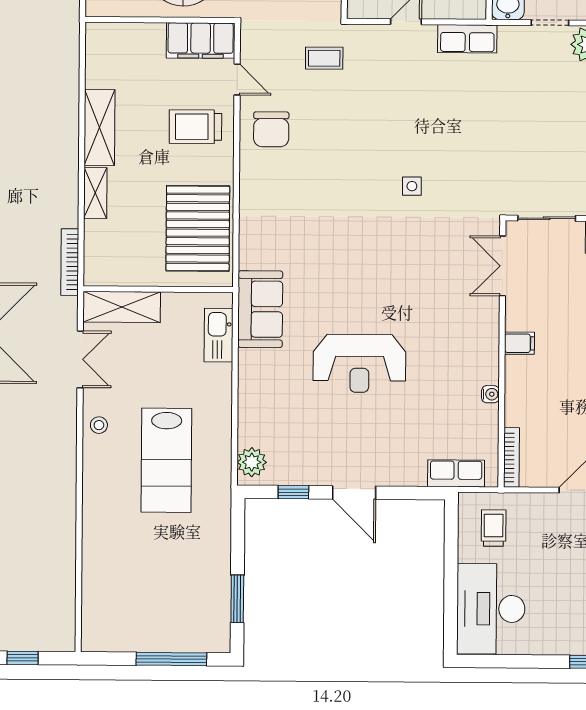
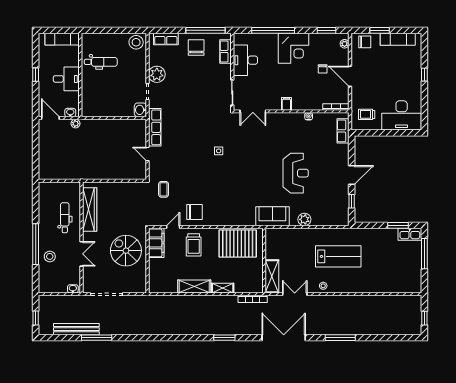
row of seats: (467, 39) -> (155, 127), width x1.48
kitchen sink: (219, 335) -> (410, 234), moved
plant: (252, 462) -> (304, 219), moved

